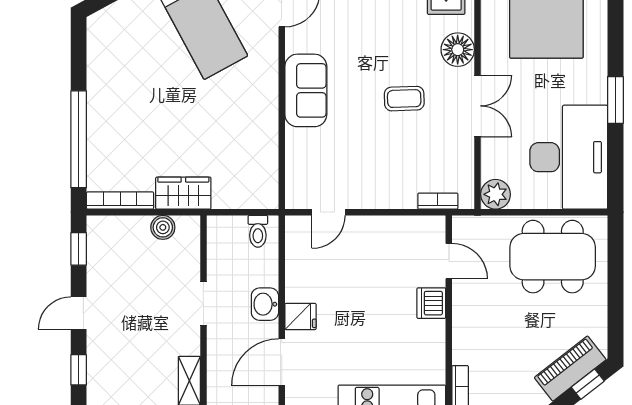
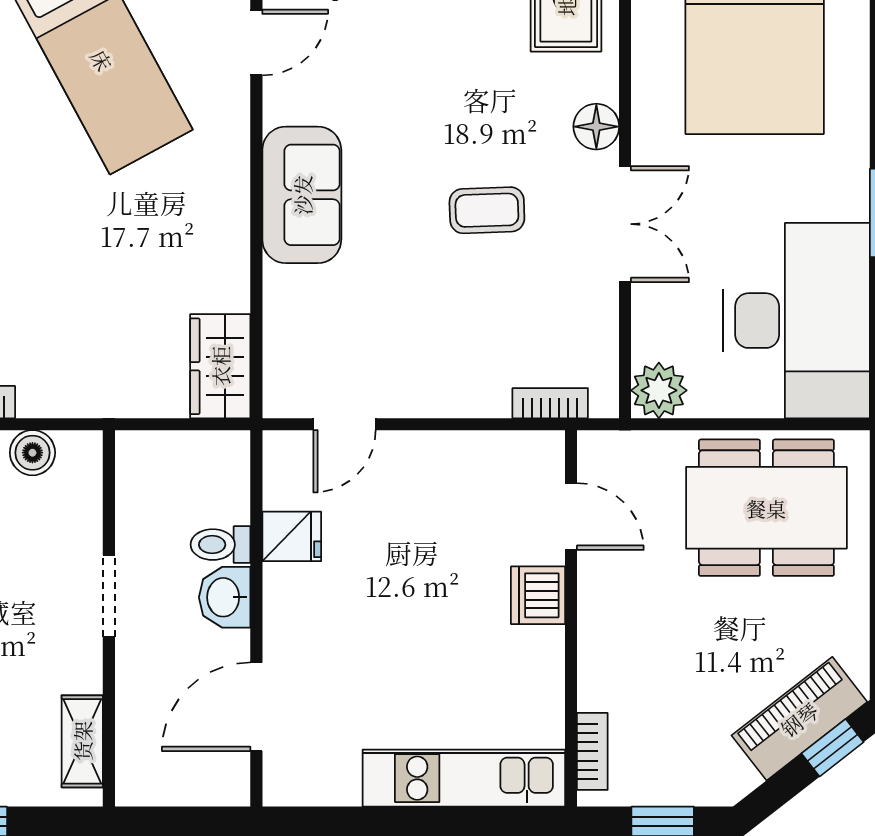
floor lamp: (458, 50) -> (596, 127), width x0.73, depth x0.73
wardrobe: (183, 193) -> (220, 366), moved, turned -90
toilet: (258, 231) -> (221, 545), moved, turned 90
fridge: (301, 317) -> (292, 536), moved

